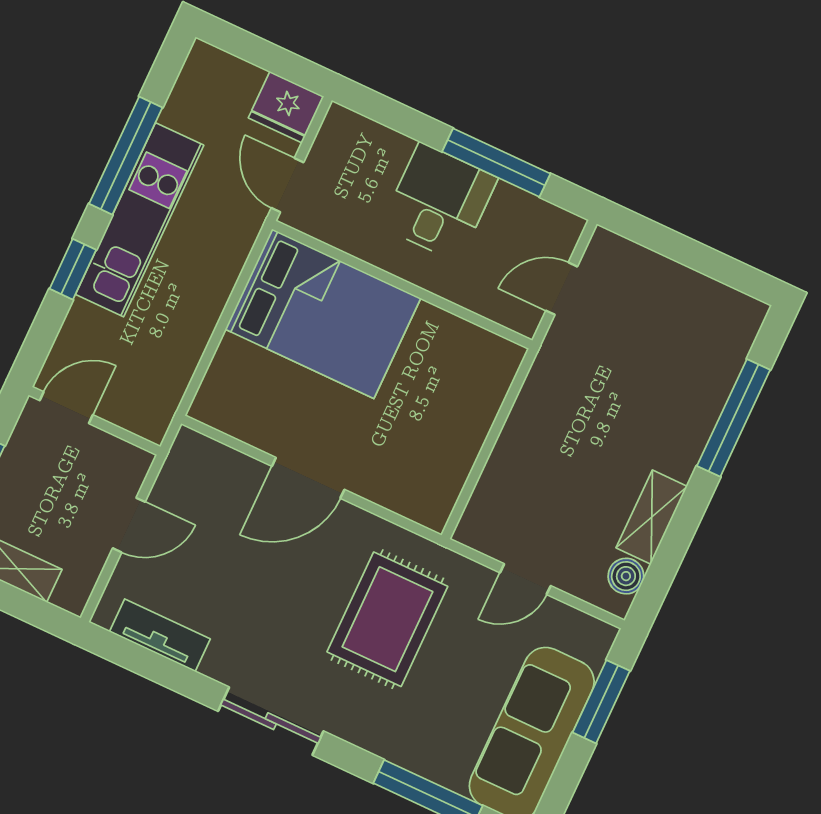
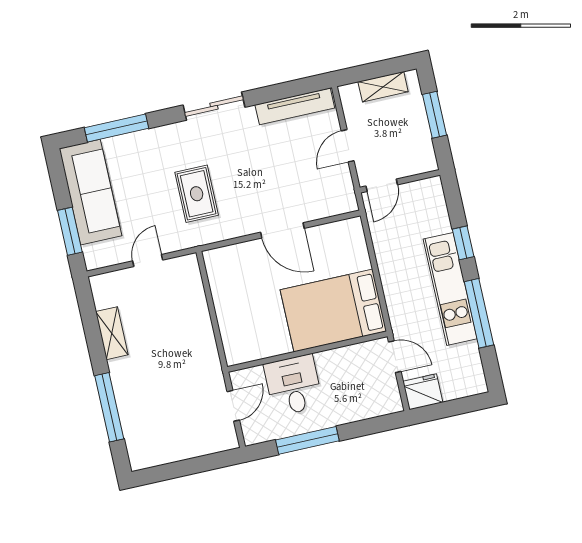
desk: (439, 202) -> (293, 385), moved, turned 180
door: (66, 408) -> (382, 185), moved
door: (308, 478) -> (282, 230), swing flipped
boiler: (626, 576) -> (103, 297), removed
rug: (387, 619) -> (197, 194), width x0.73, depth x0.70
tv unit: (160, 635) -> (295, 106), width x1.41

